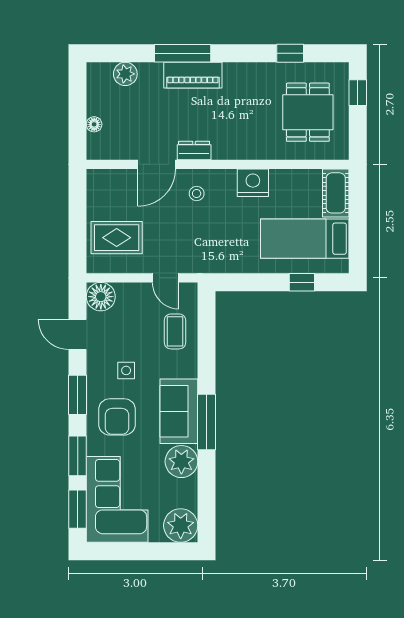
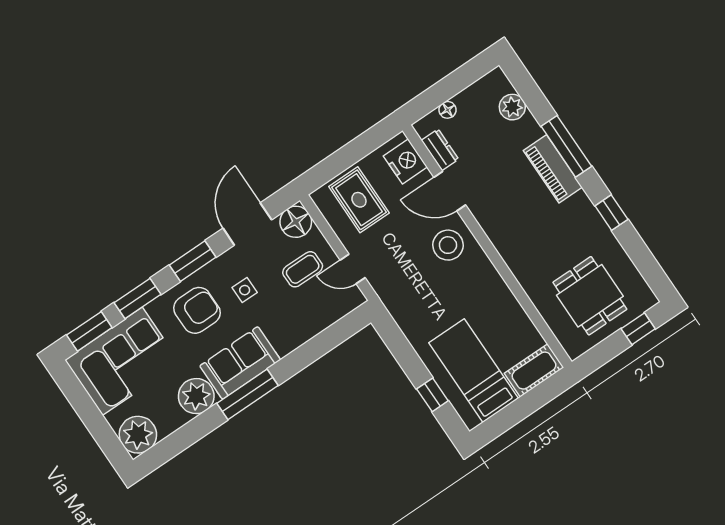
window: (290, 53) -> (611, 213), moved
dining table: (308, 112) -> (590, 296), turned 90
dresser: (194, 151) -> (440, 150), moved
nightstand: (253, 183) -> (405, 162), moved
stool: (197, 194) -> (448, 245), width x1.89, depth x1.89
door: (166, 278) -> (353, 269), hinge flipped
coffee table: (175, 331) -> (303, 269), moved
door: (78, 334) -> (247, 224), width x1.38
armchair: (117, 417) -> (197, 310), turned 180

